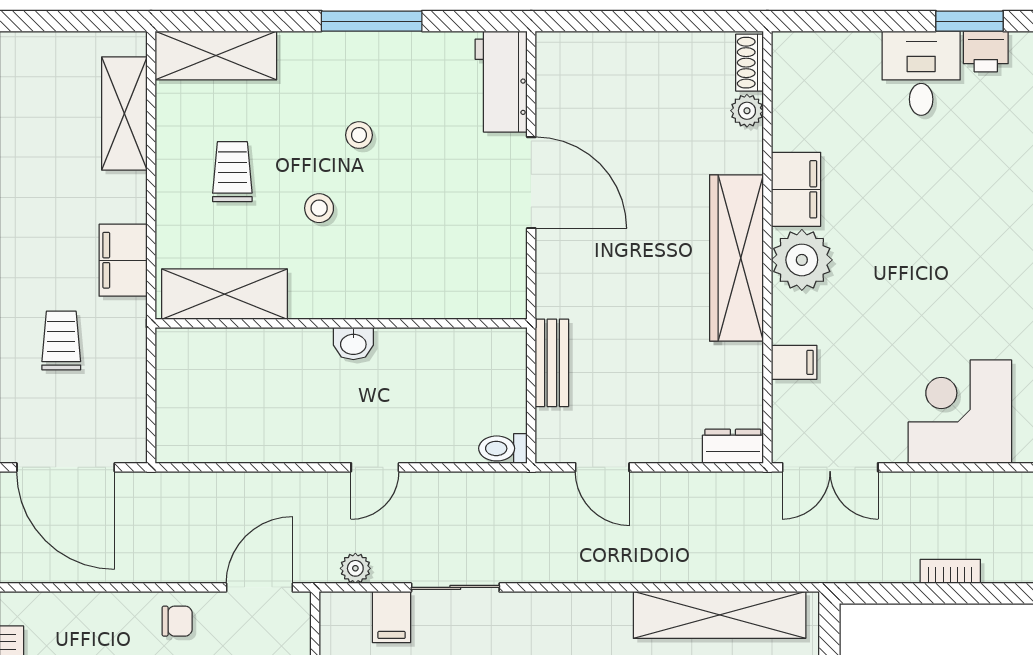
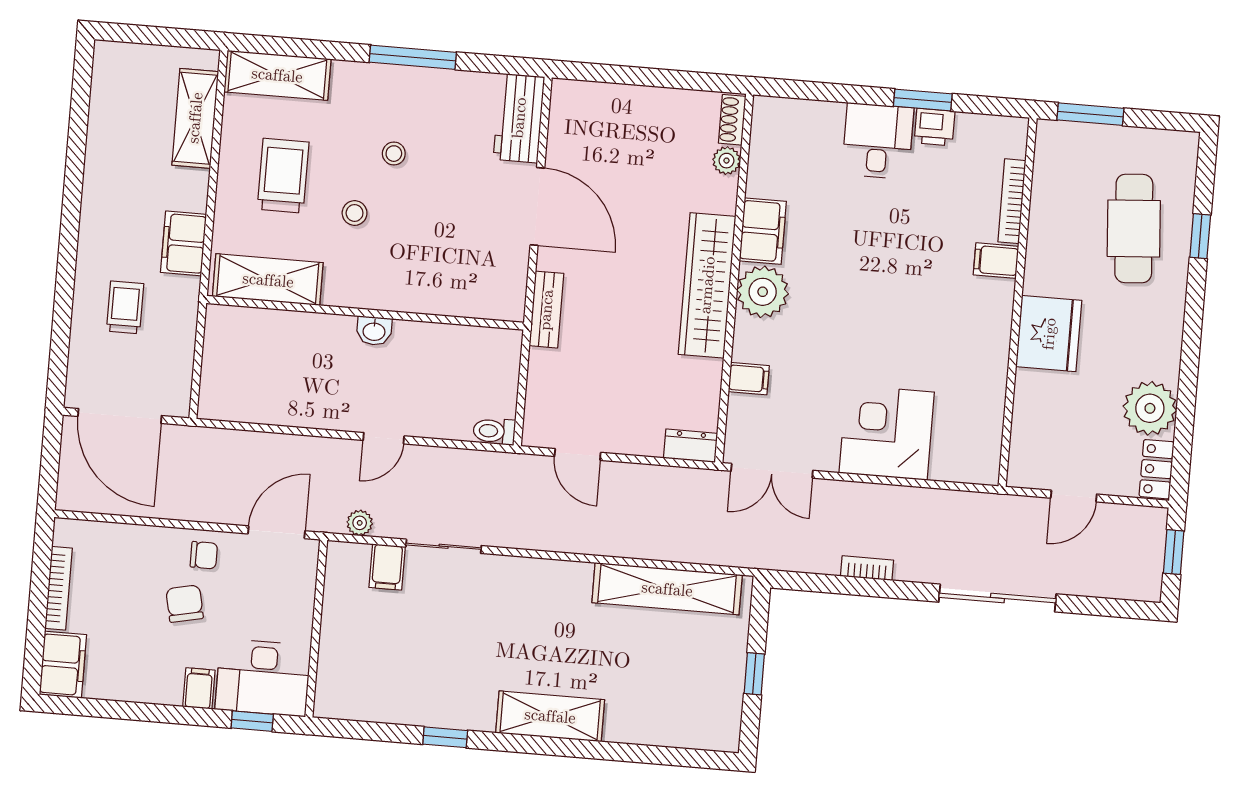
trolley: (232, 172) -> (283, 176), width x1.36, depth x1.39
bench: (552, 363) -> (546, 310), moved

